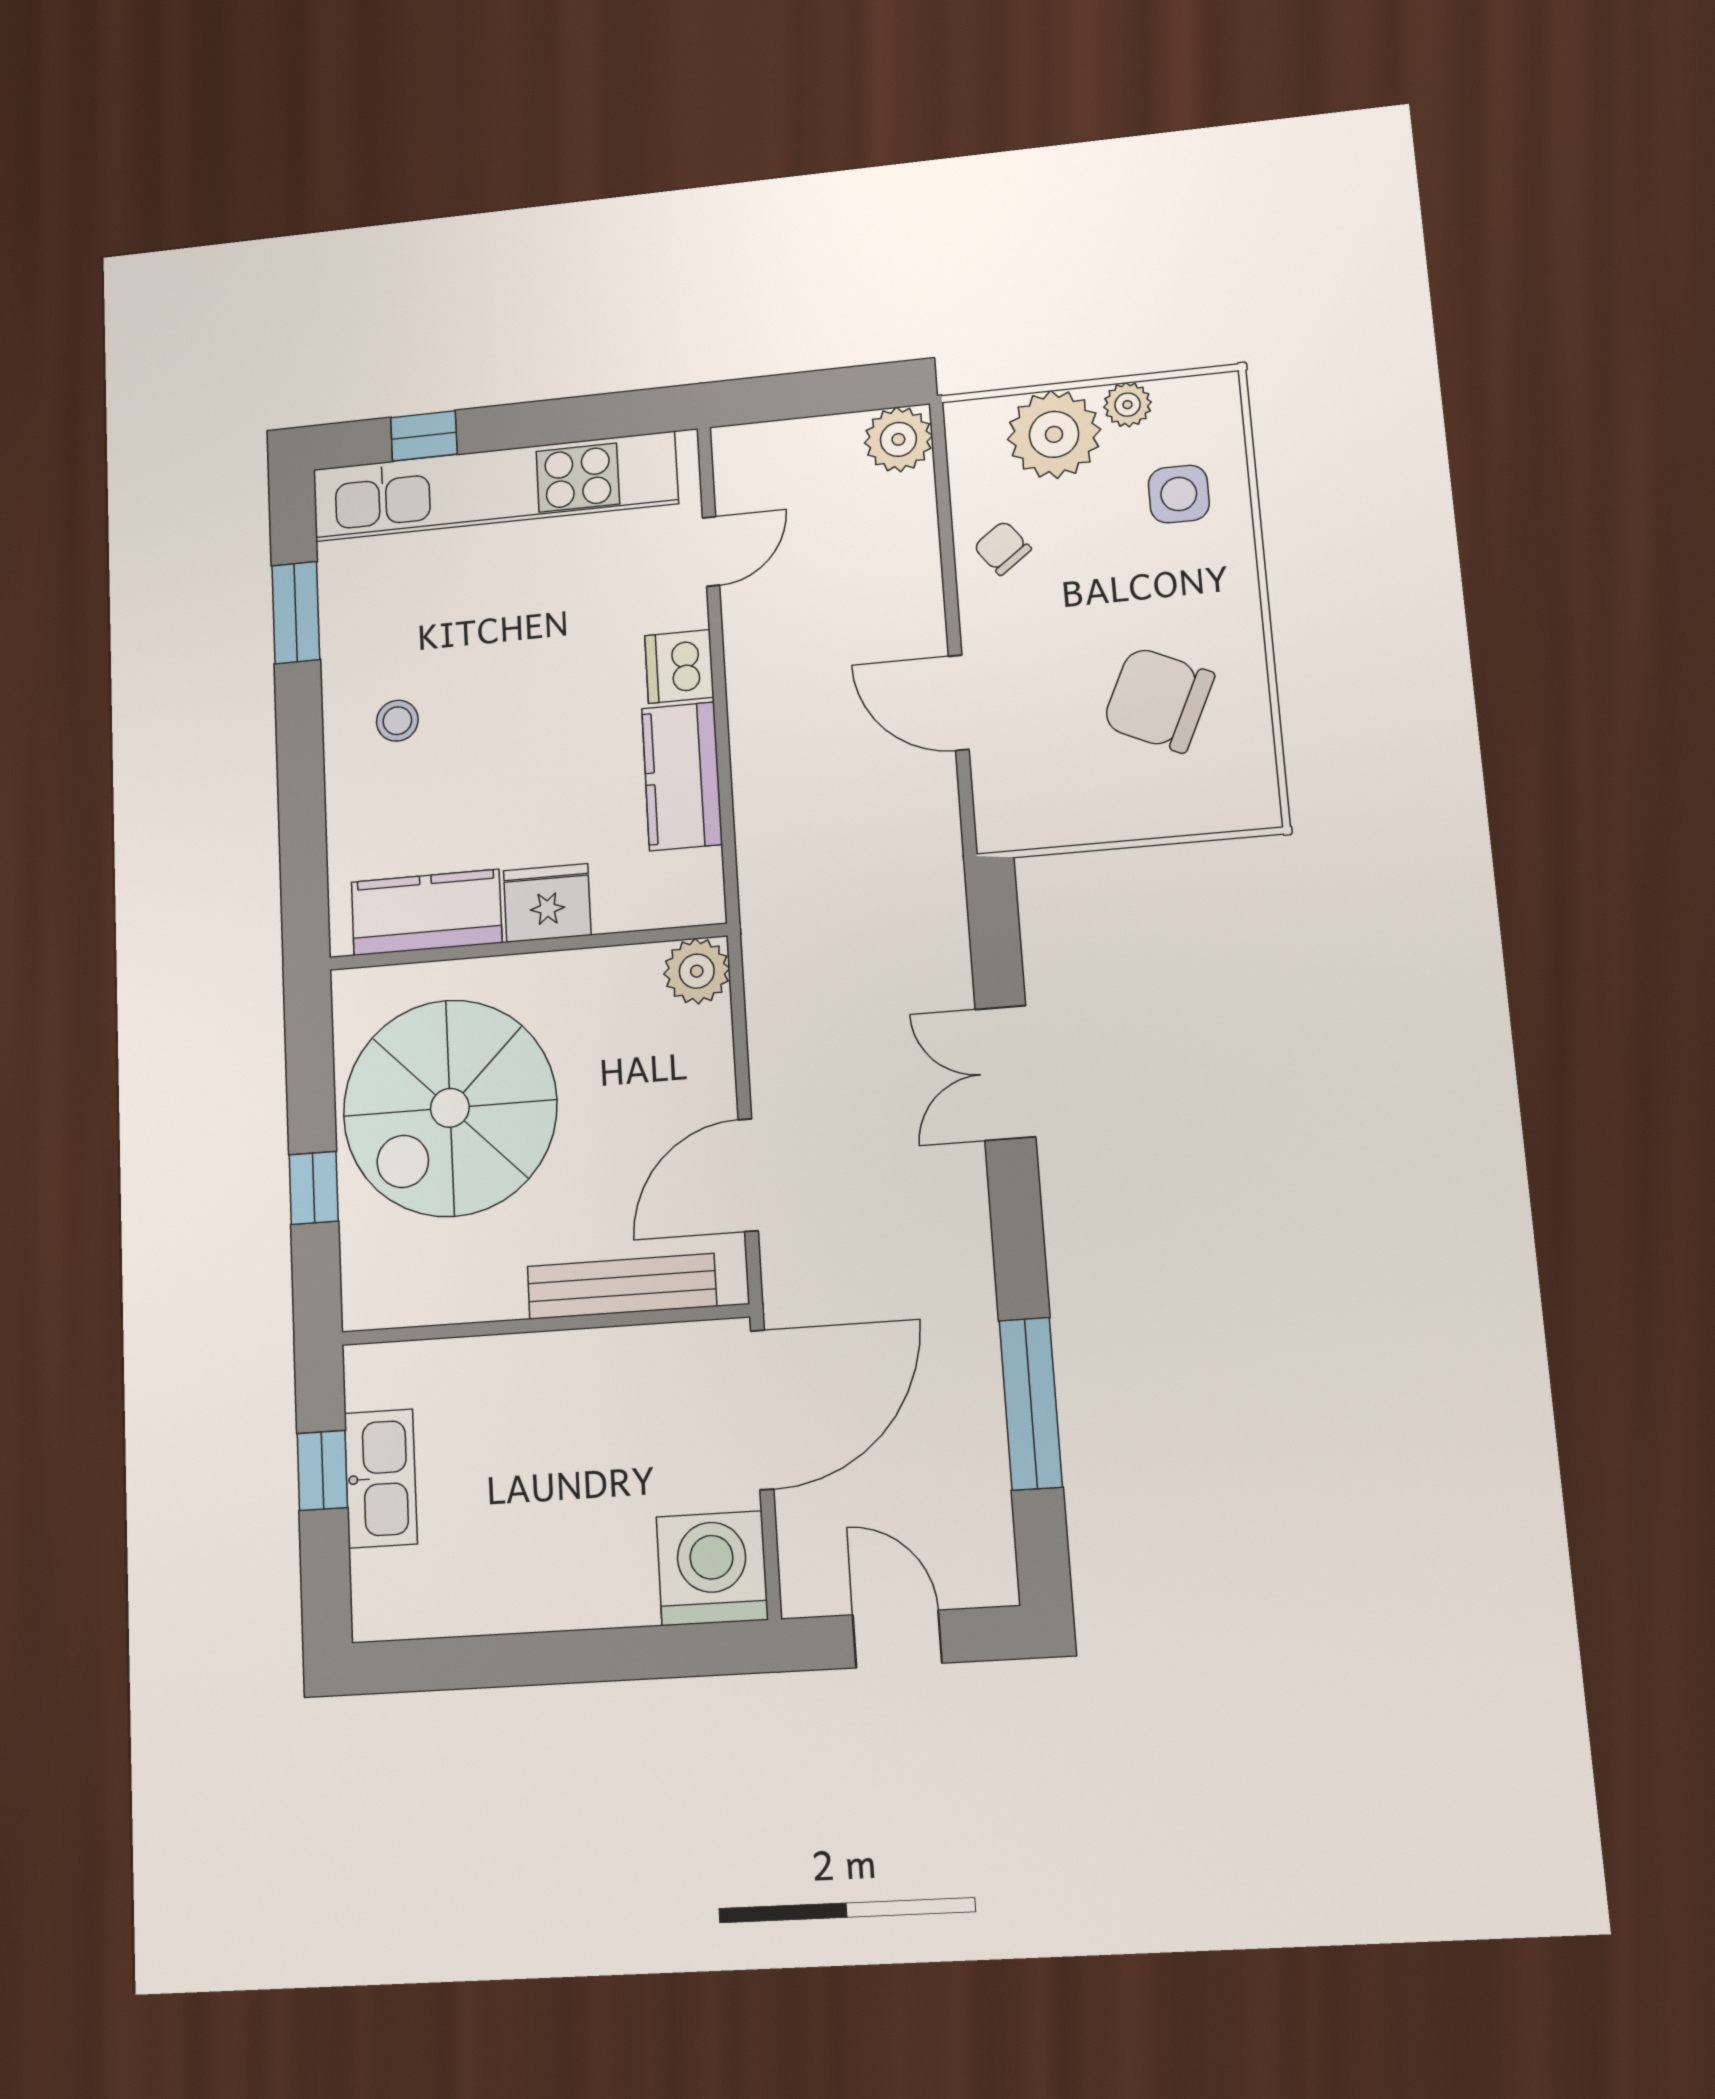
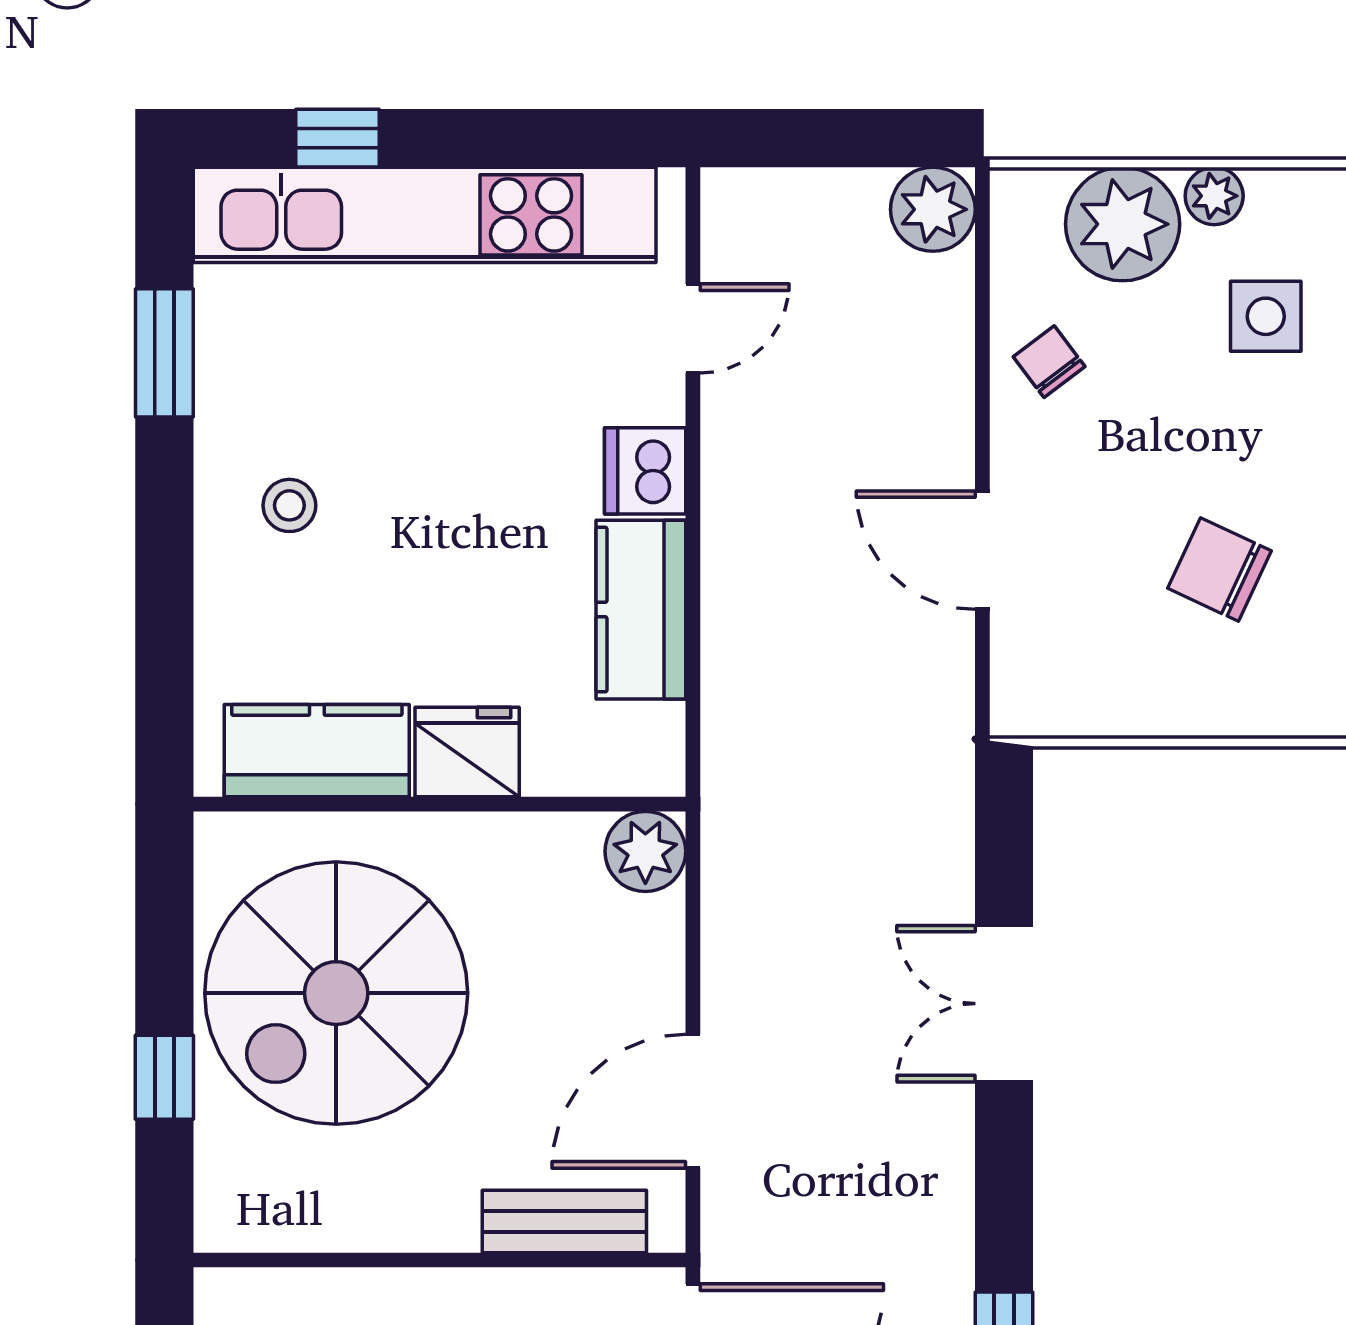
chair: (1158, 700) -> (1220, 570), width x0.73, depth x0.73
bench: (622, 1286) -> (564, 1221), width x0.73

